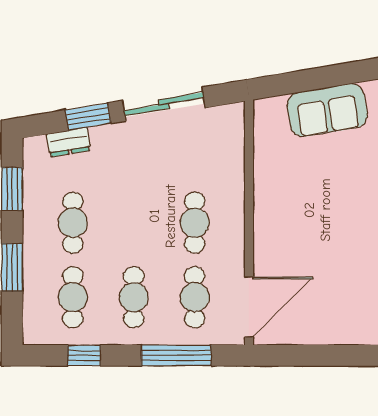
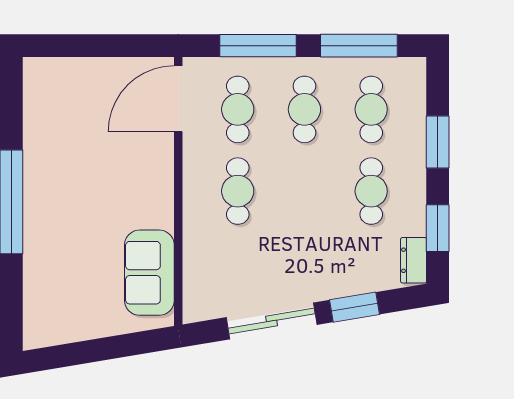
sofa: (327, 110) -> (149, 273), moved, turned -81
dresser: (69, 142) -> (414, 260), moved, turned -81
window: (84, 355) -> (359, 46), width x2.17

